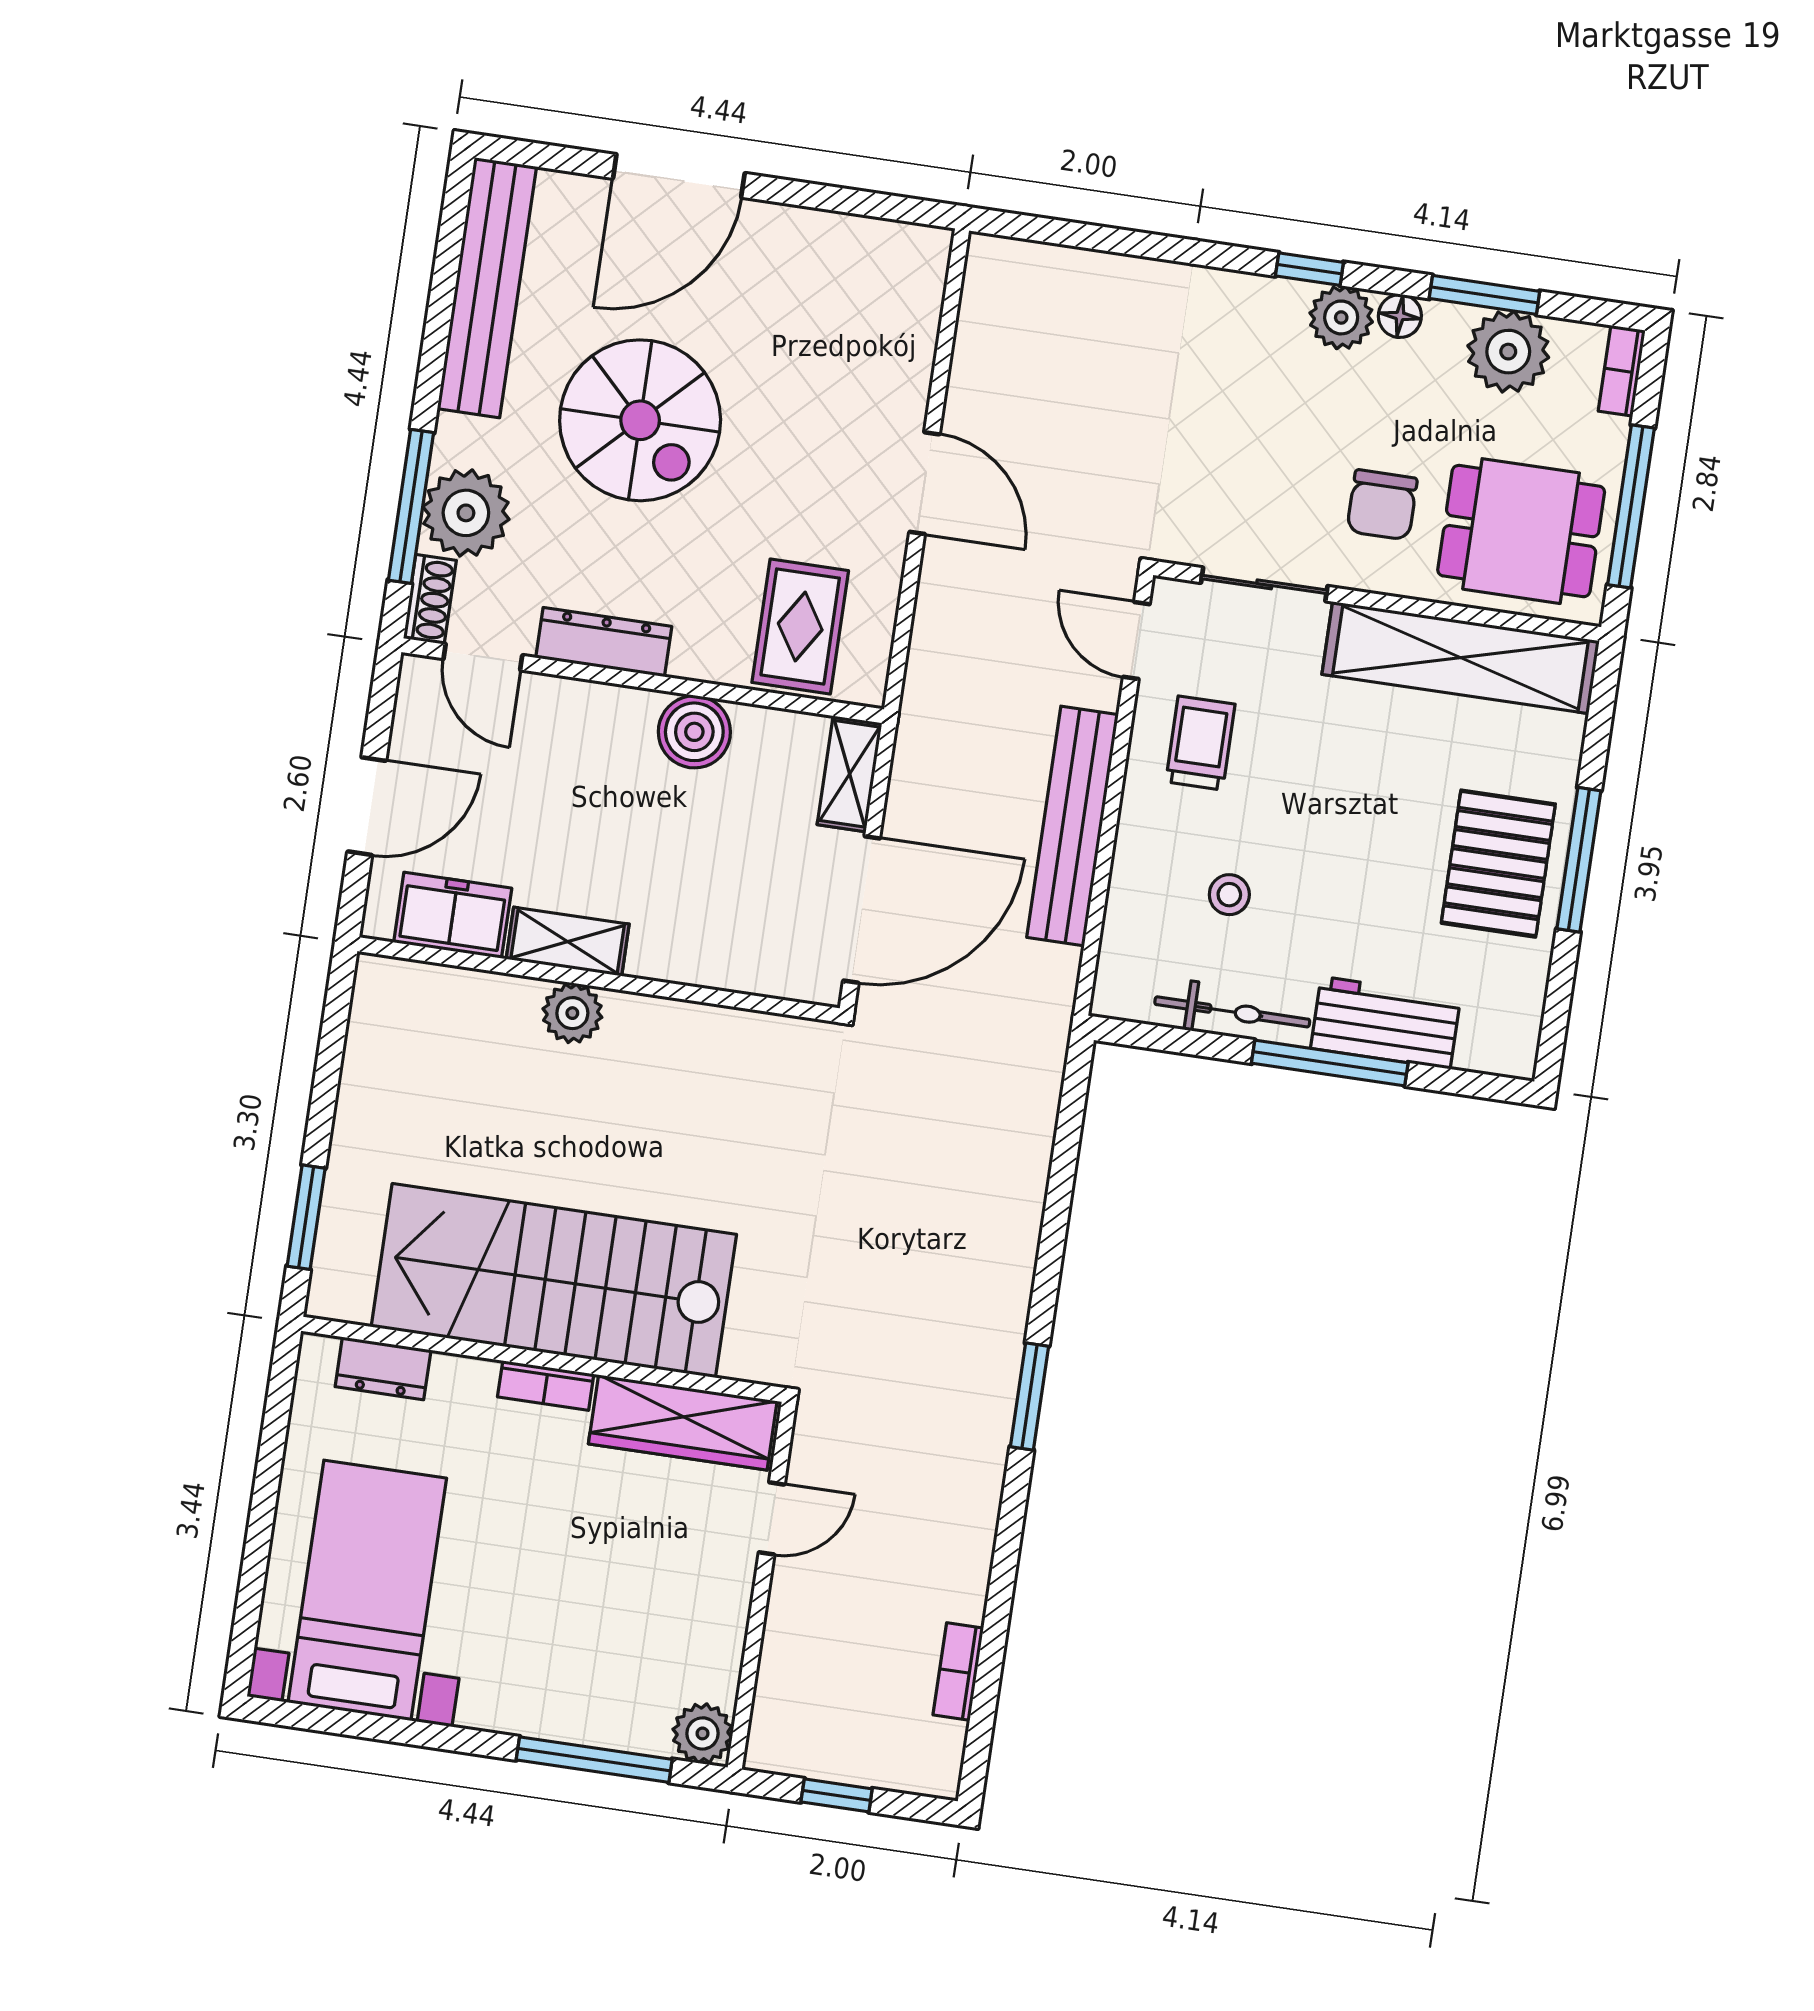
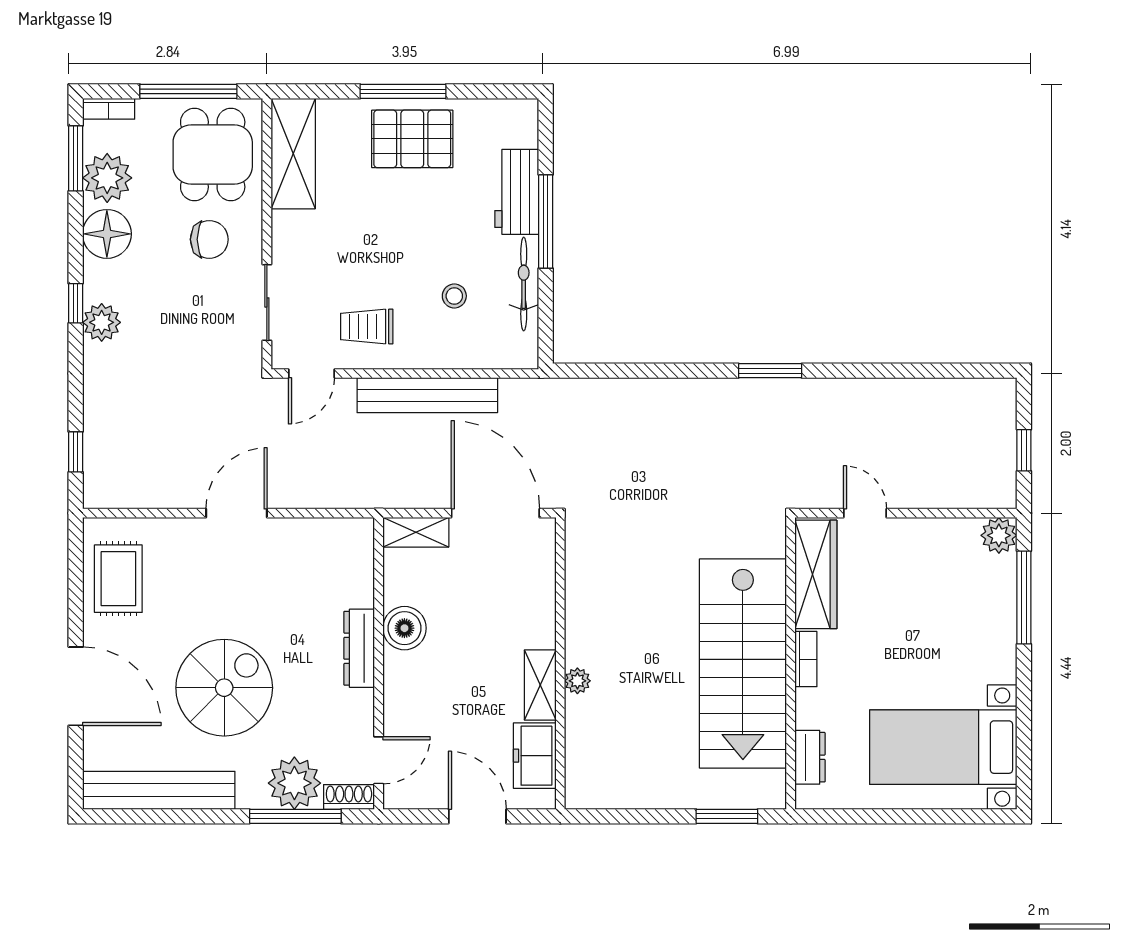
window: (1065, 233) -> (76, 452), added
window: (1484, 295) -> (76, 158), moved
floor lamp: (1400, 316) -> (107, 234), width x1.89, depth x1.89
plant: (1341, 317) -> (102, 322), moved
rug: (800, 627) -> (118, 579), moved, turned 90
dresser: (604, 642) -> (359, 648), moved
shelving: (1461, 658) -> (293, 154), width x0.68
plant: (572, 1013) -> (577, 681), width x0.73, depth x0.73
bookcase: (958, 1672) -> (940, 389), removed

